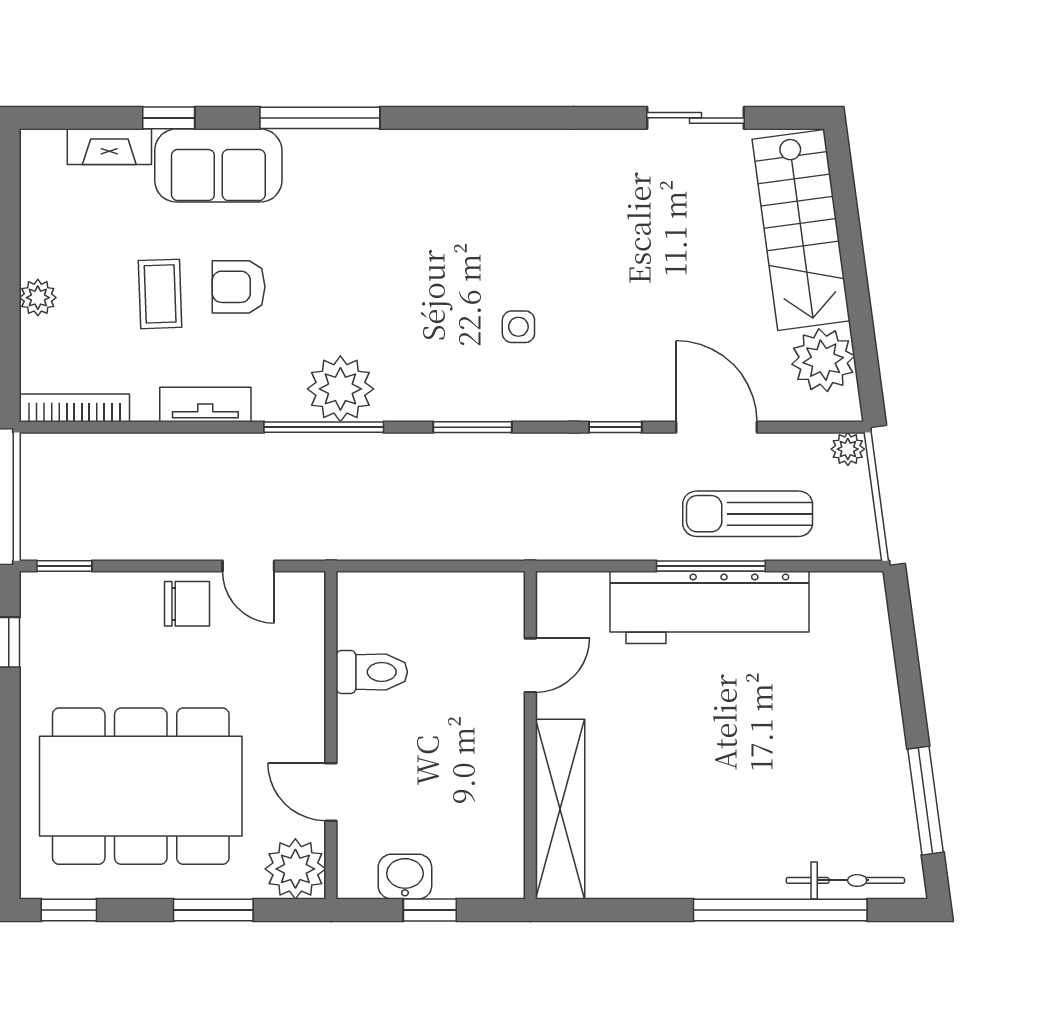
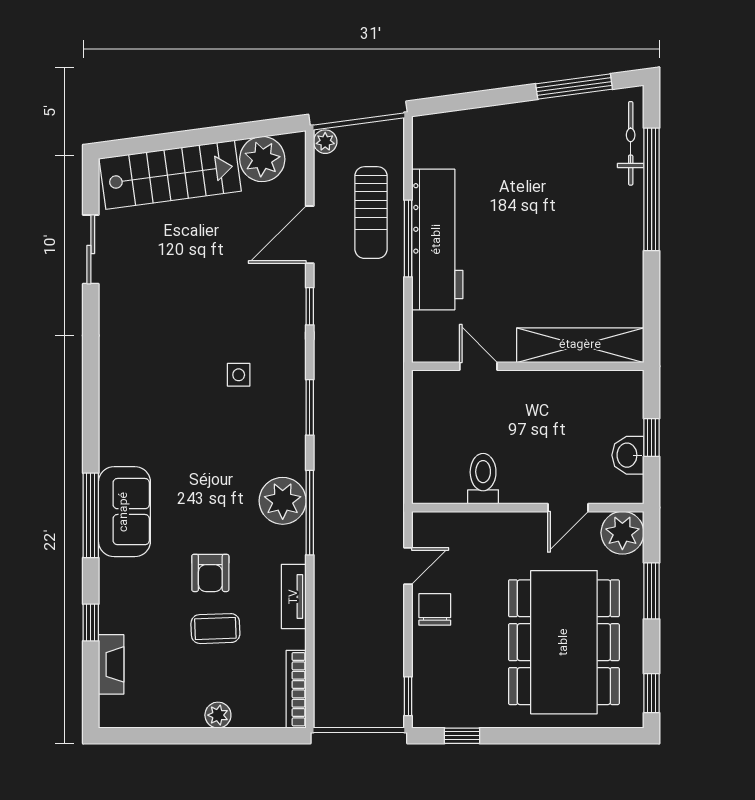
sofa: (218, 165) -> (124, 512), moved

